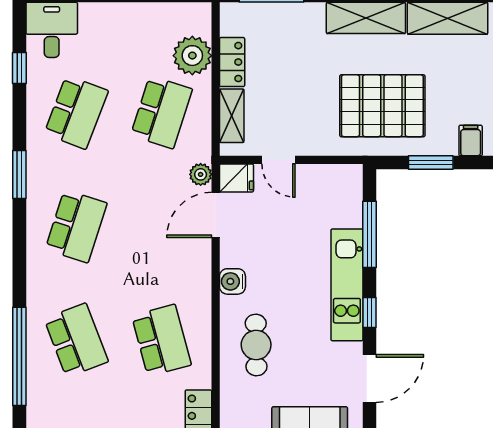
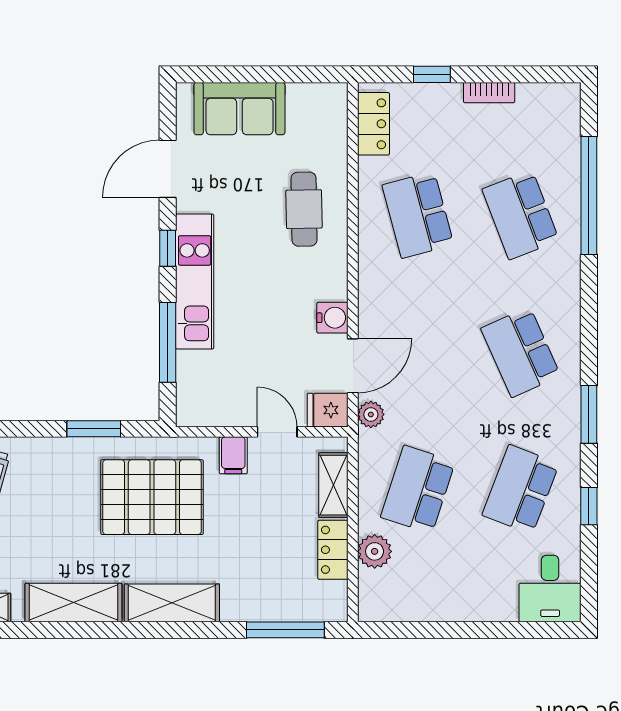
plant: (192, 56) -> (375, 551), width x0.73, depth x0.73
window: (19, 68) -> (589, 506), moved
filing cabinet: (471, 141) -> (233, 455), moved
school desk: (76, 226) -> (521, 352), turned -42
water cooler: (232, 281) -> (332, 318), moved

